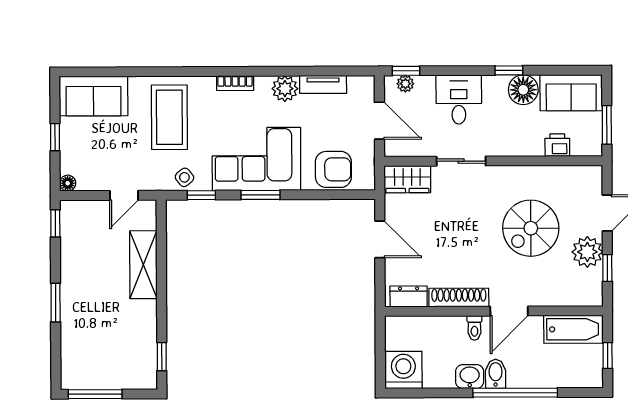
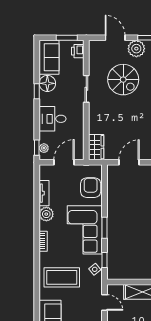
printer: (557, 145) -> (78, 51), moved
sliding door: (461, 161) -> (86, 89), moved

